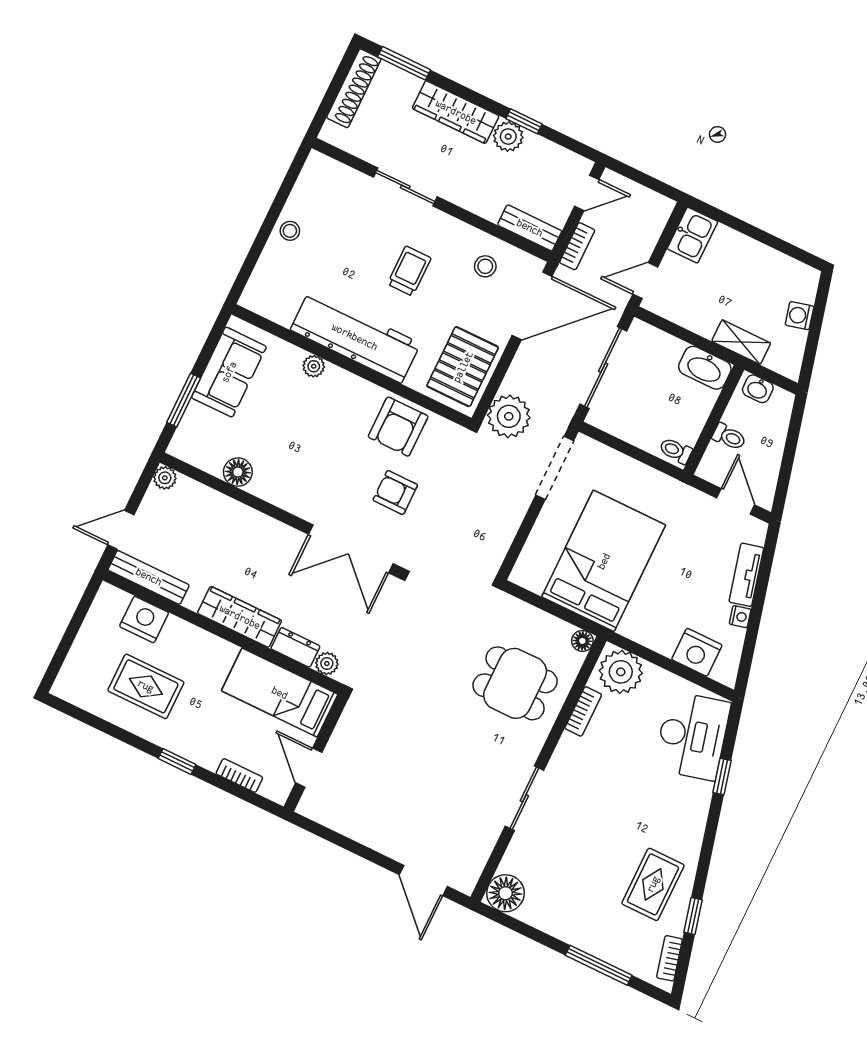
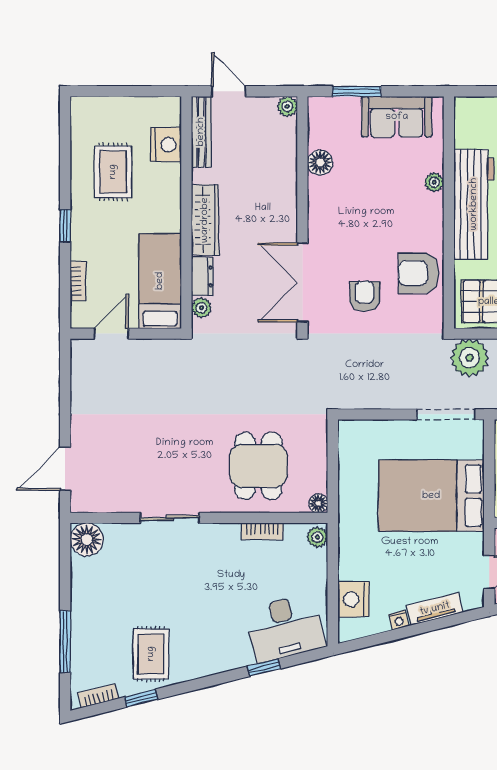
bed: (604, 561) -> (431, 496), moved, turned 180
plant: (621, 672) -> (317, 537), width x0.53, depth x0.53
rug: (653, 884) -> (151, 654), turned 90

